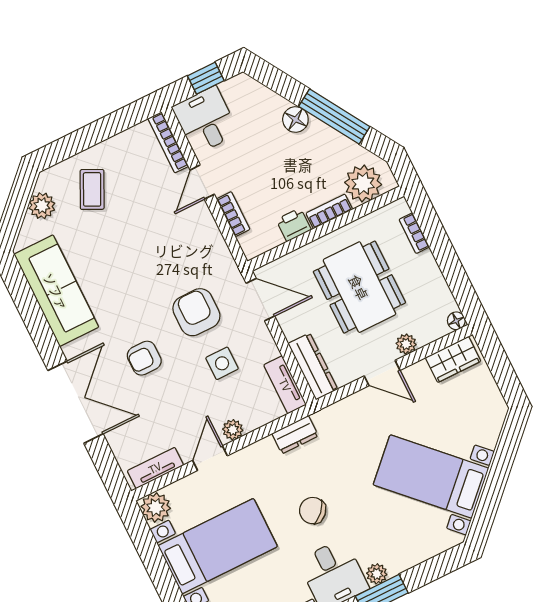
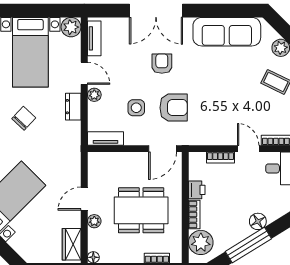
dresser: (313, 366) -> (108, 160), removed
dresser: (295, 435) -> (73, 107), moved

